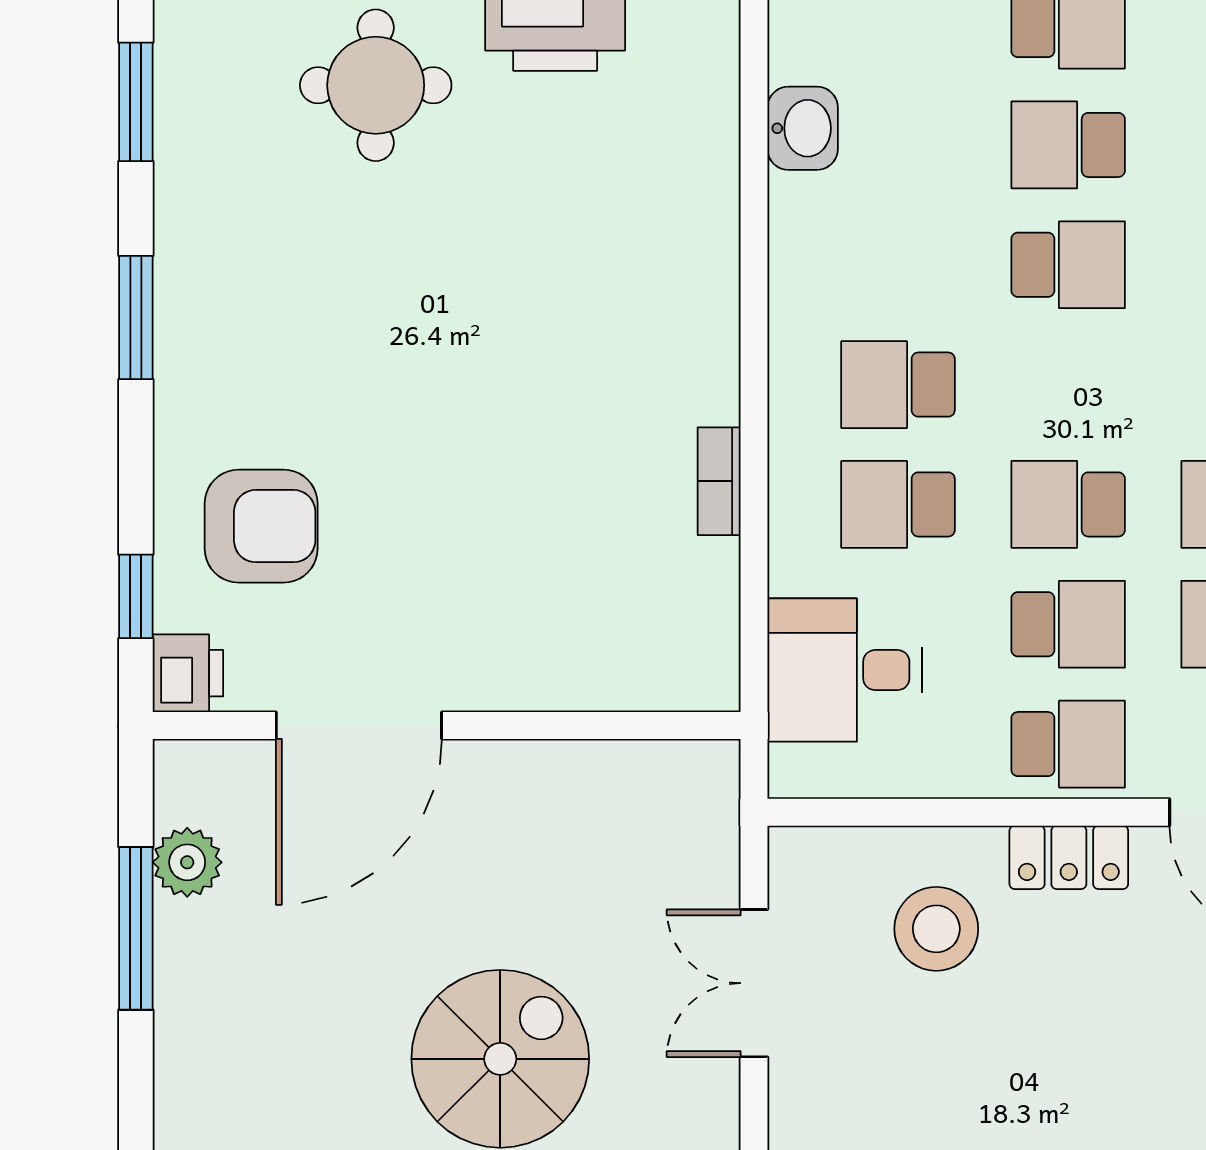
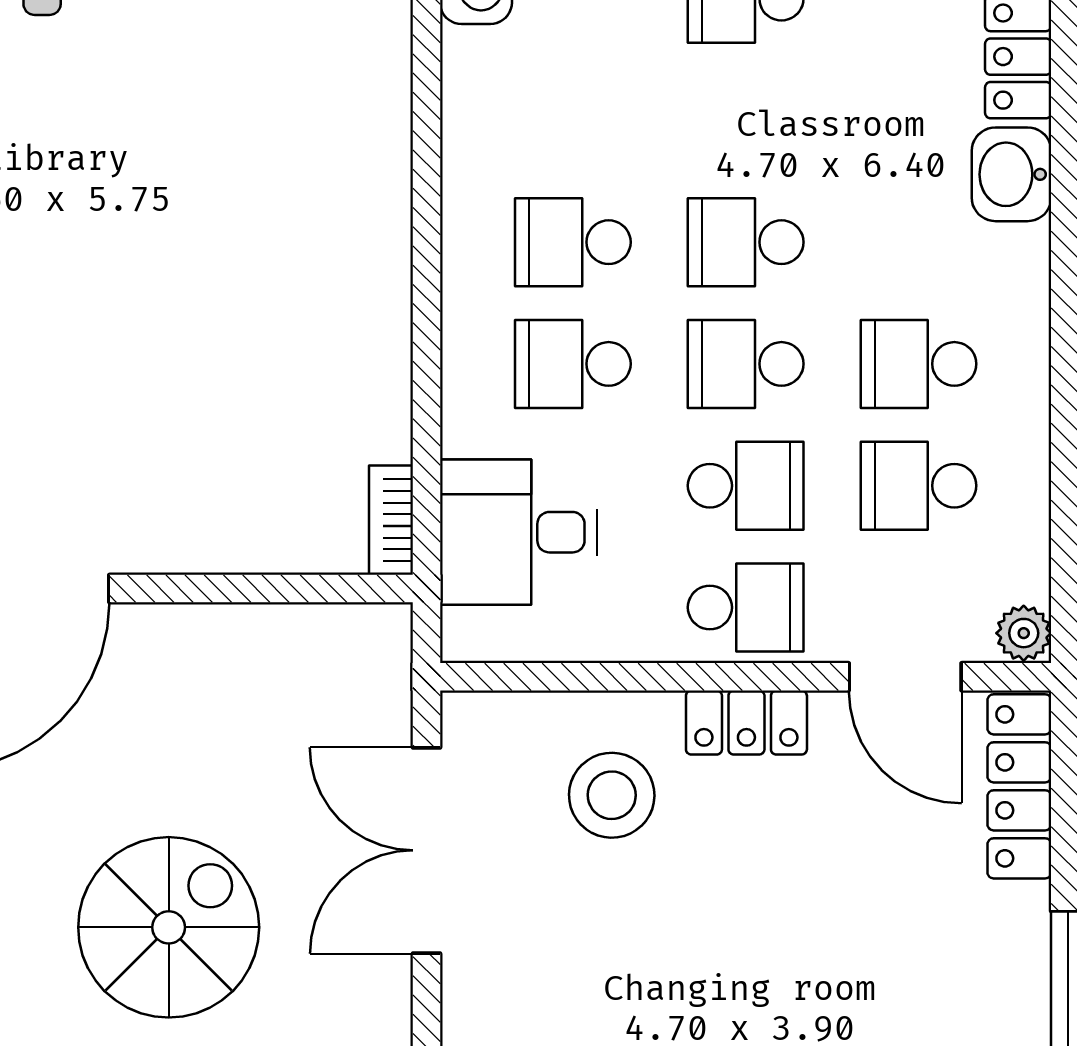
school desk: (1068, 265) -> (746, 242), moved, turned 180
bookcase: (719, 481) -> (391, 520), moved
double door: (754, 983) -> (426, 850), width x1.37

